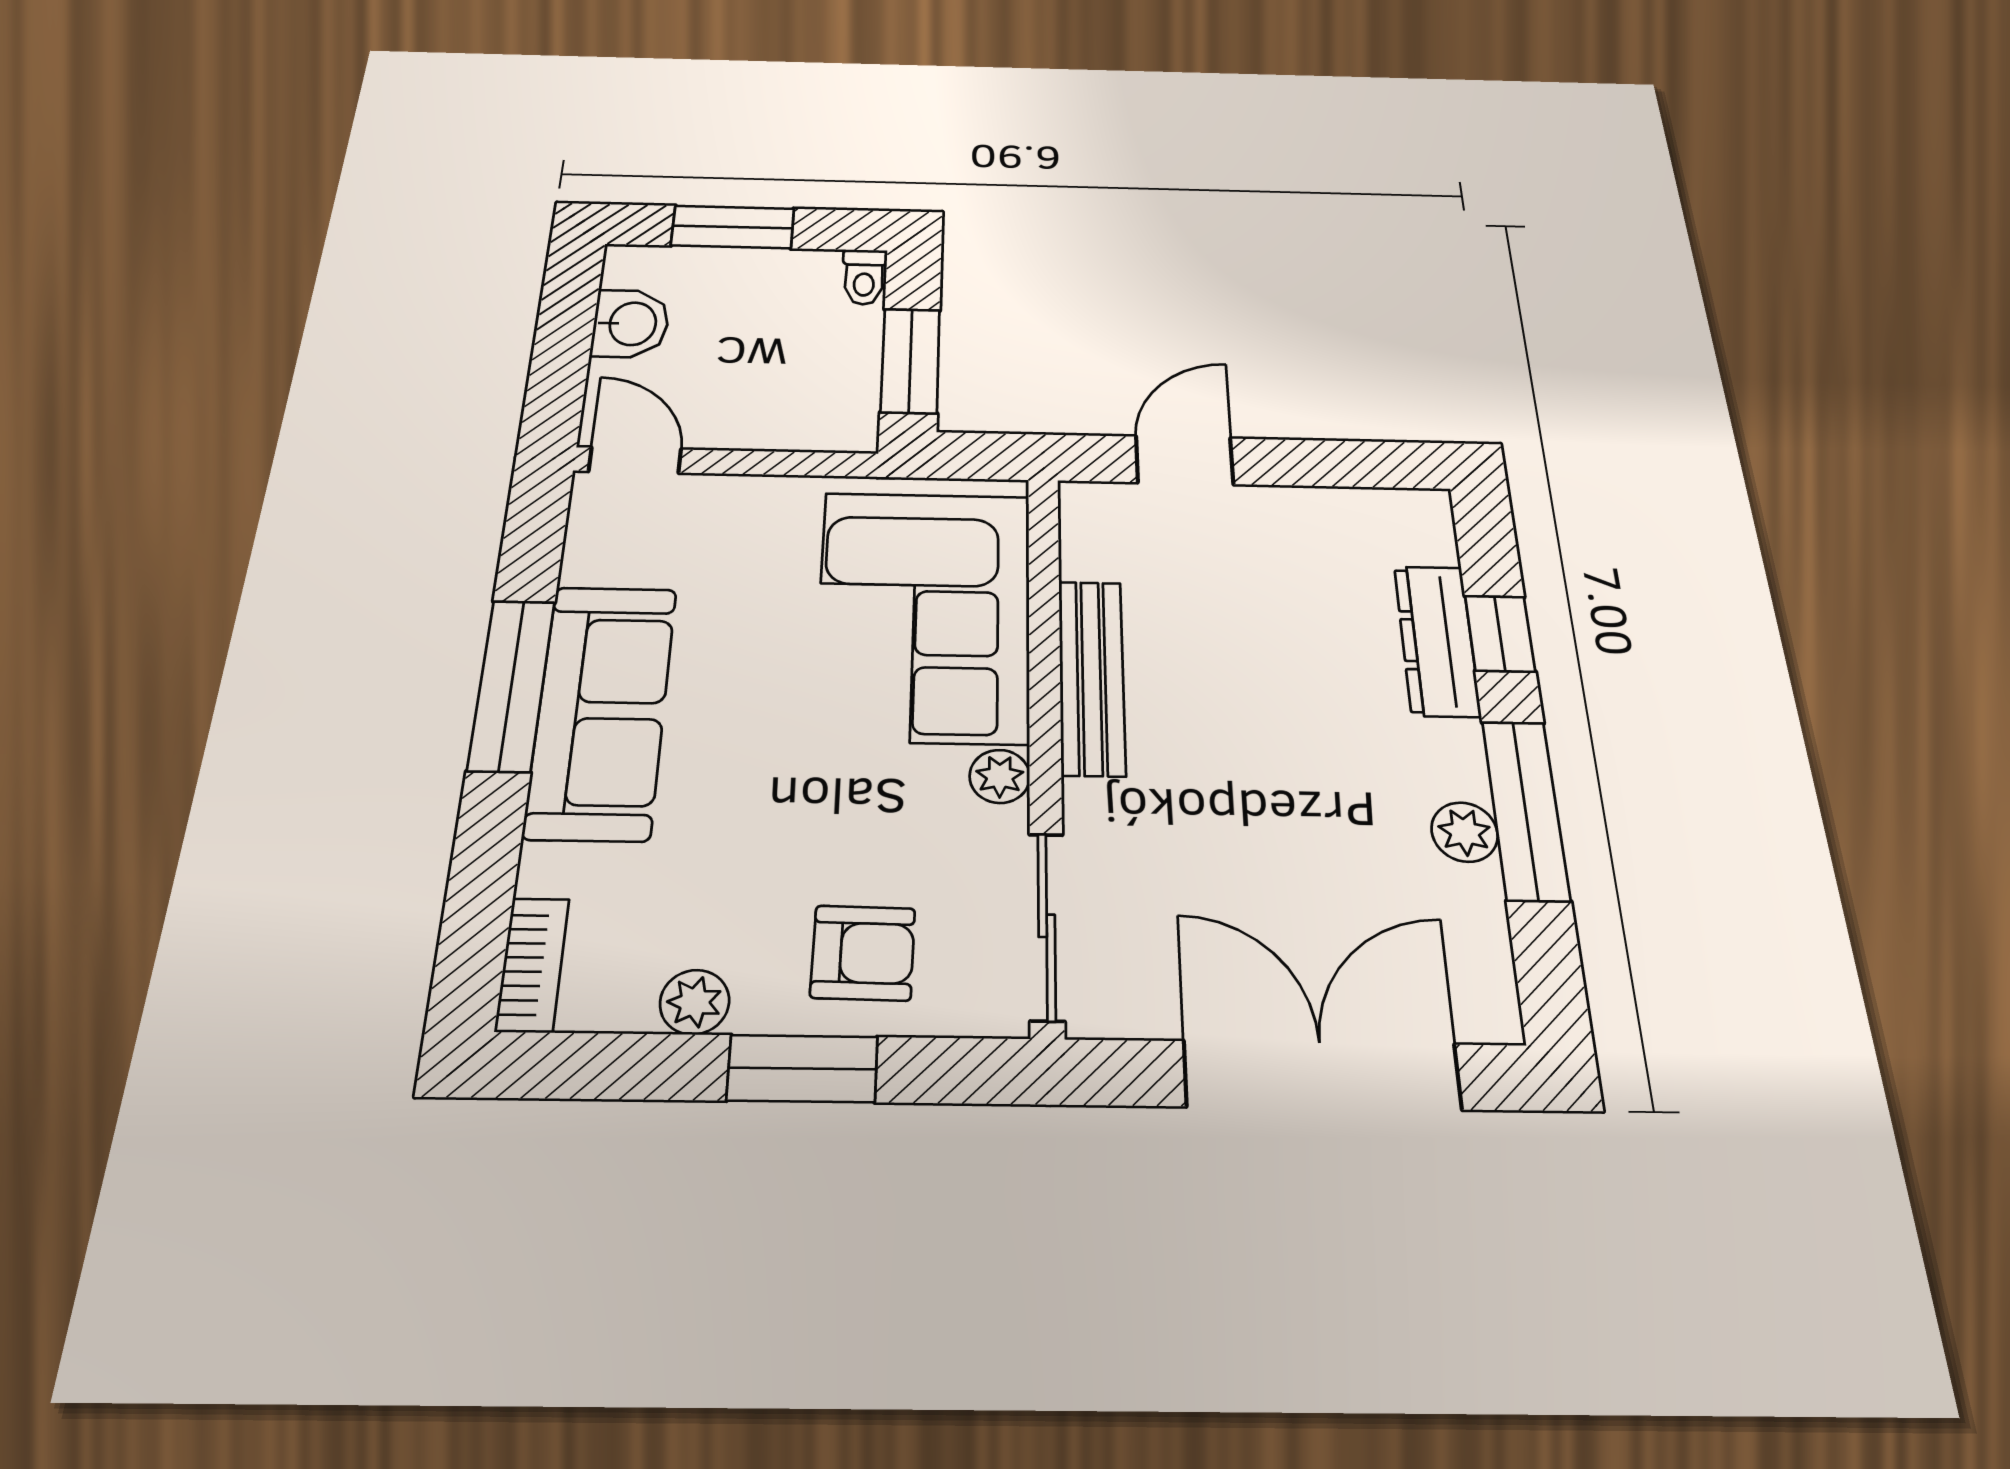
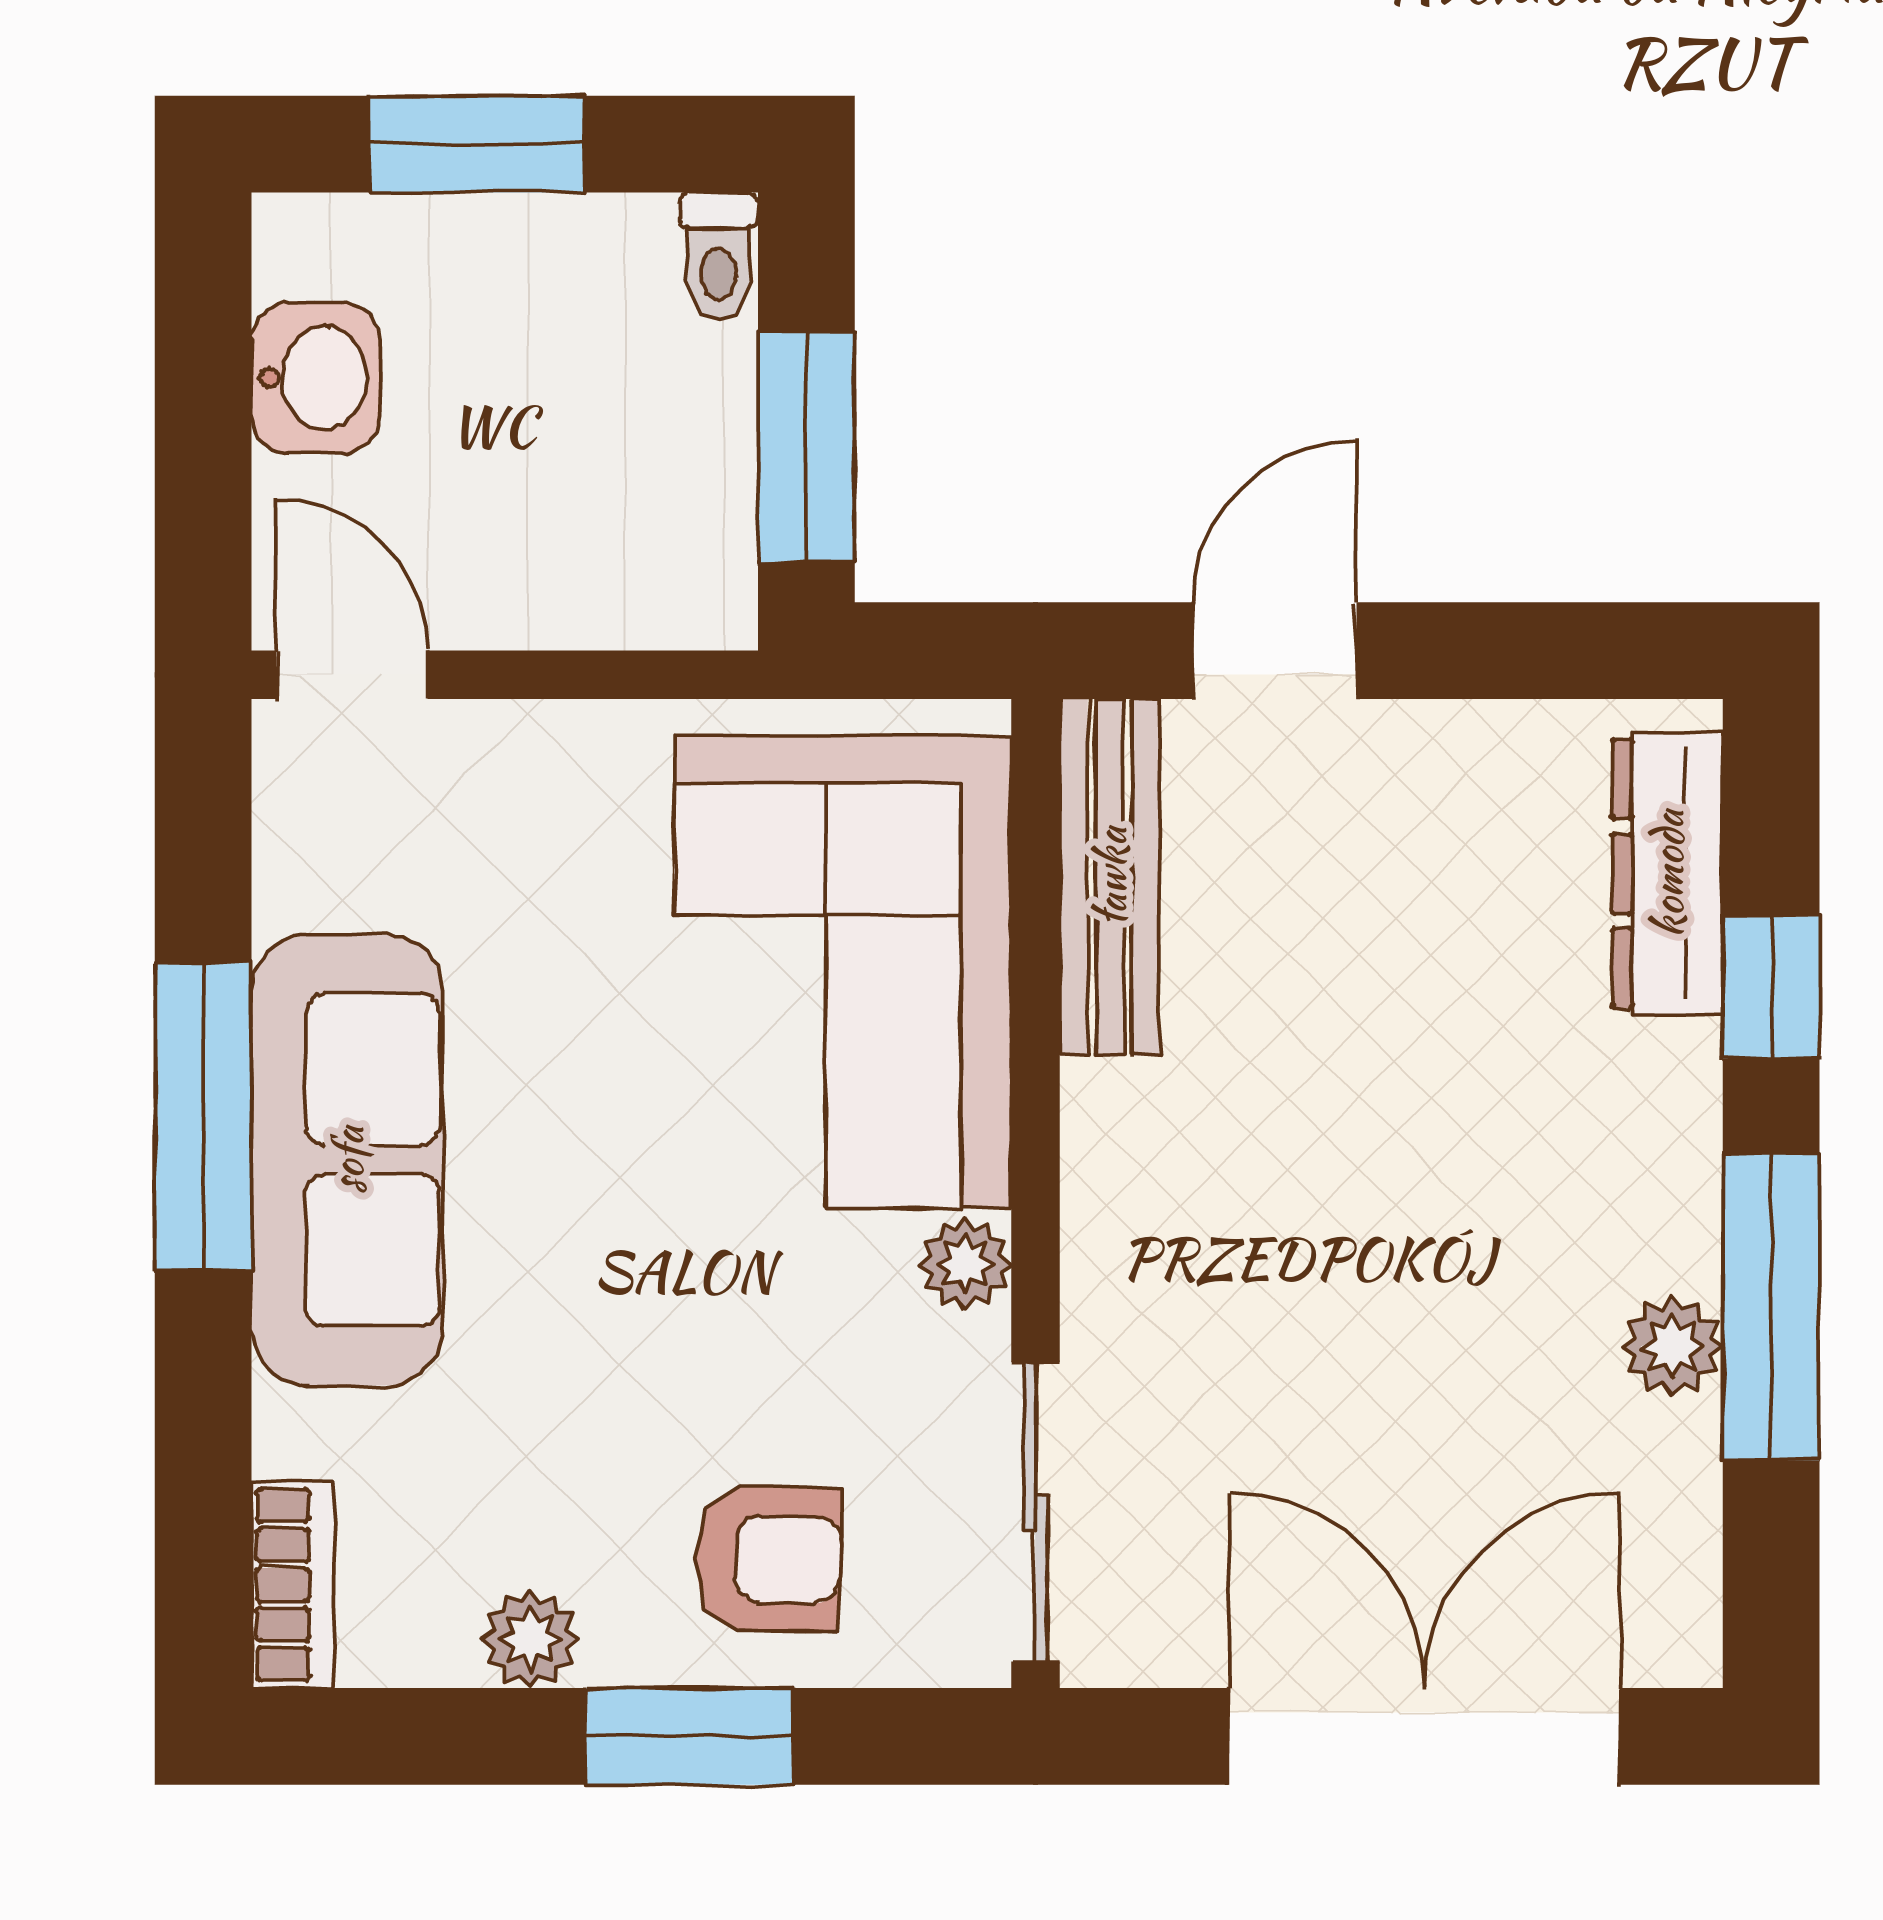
dresser: (1437, 641) -> (1667, 874), moved
bench: (1091, 677) -> (1110, 877), moved

